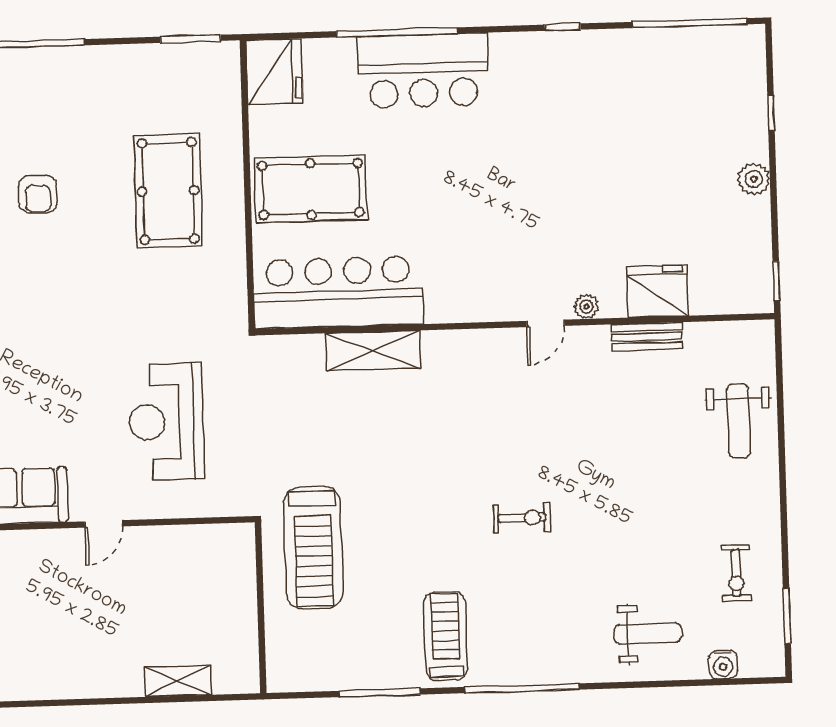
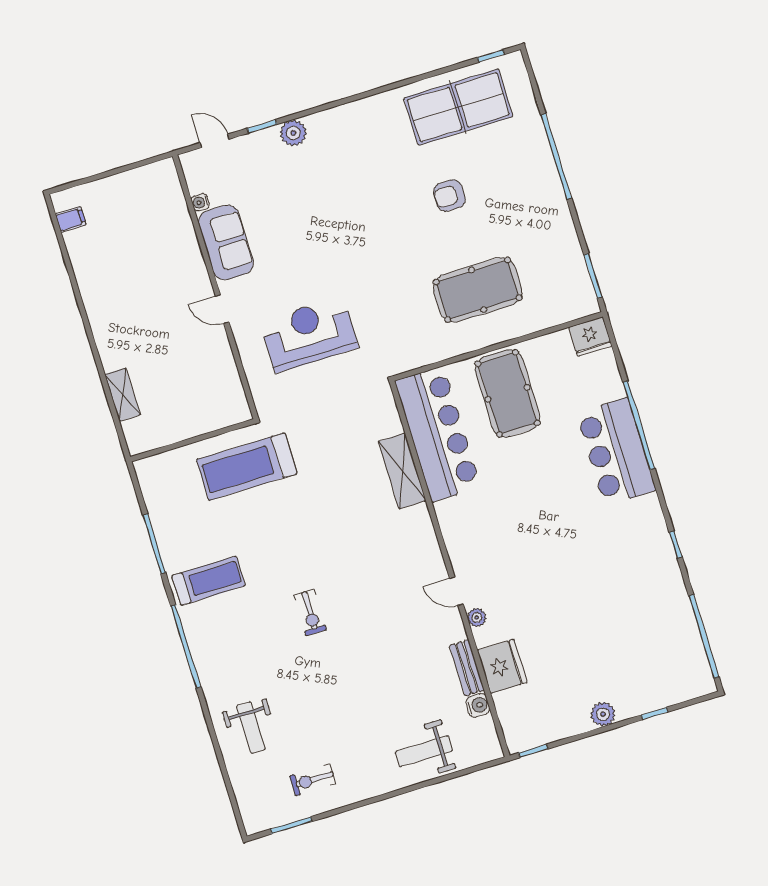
fridge: (274, 72) -> (590, 337), width x0.73, depth x0.75
water cooler: (723, 665) -> (478, 705), moved, turned 180

